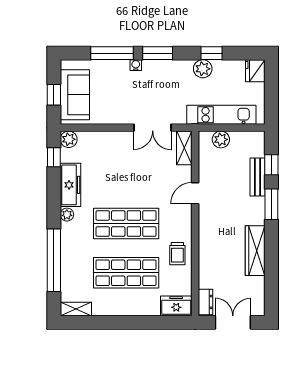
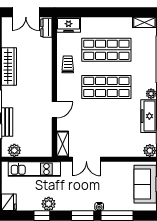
double door: (153, 128) -> (86, 159), swing flipped
plant: (221, 139) -> (14, 150), moved

